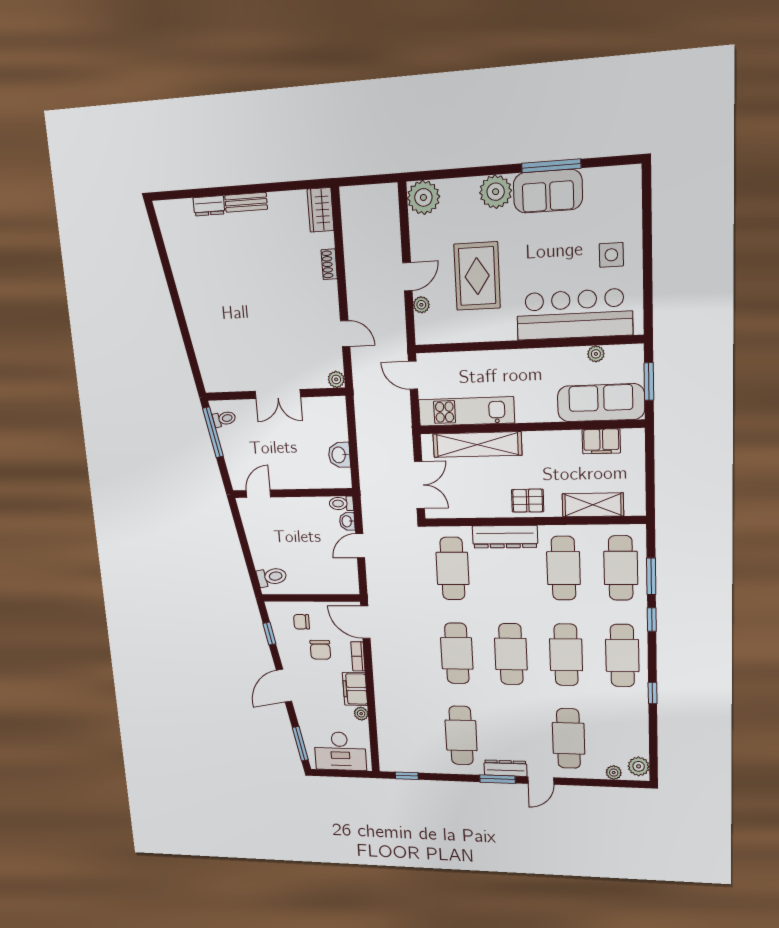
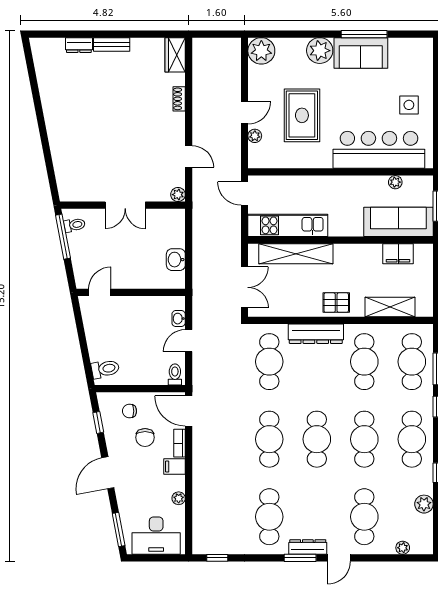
toilet: (341, 503) -> (175, 374), moved, turned 90
filing cabinet: (355, 689) -> (175, 467), width x0.50
plant: (639, 766) -> (424, 504), moved

